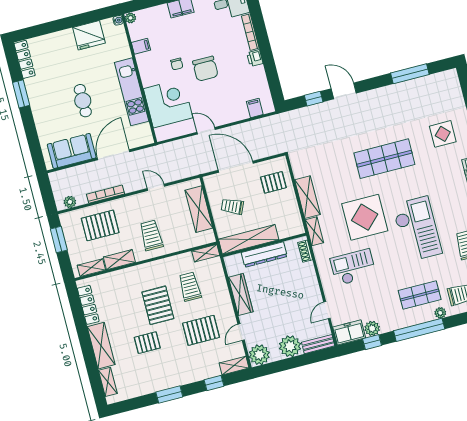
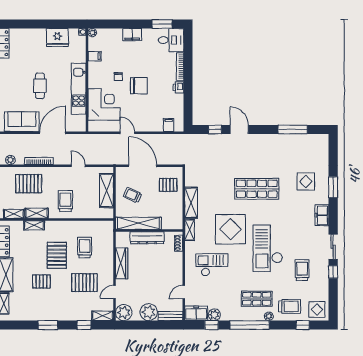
chair: (205, 69) -> (139, 86), turned -90
checkout: (417, 229) -> (268, 248), turned 180
shelving: (206, 253) -> (34, 225), moved

